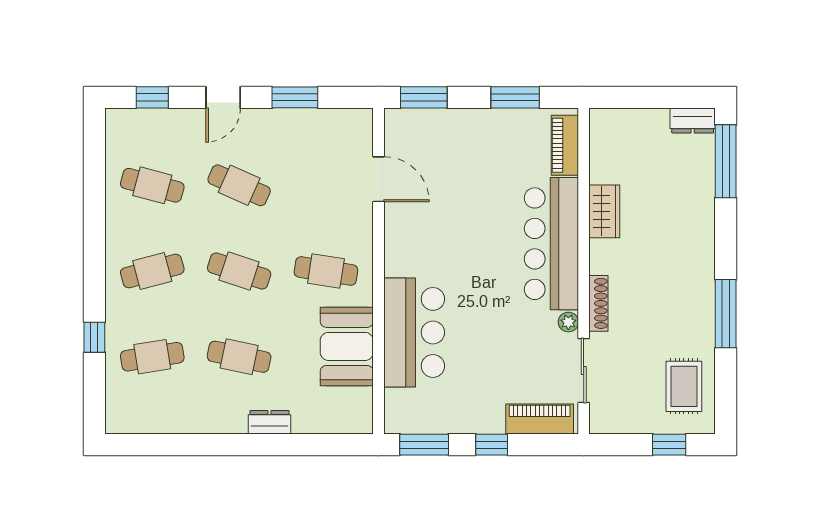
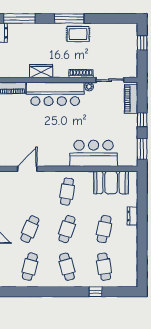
window: (726, 314) -> (69, 18), moved
booth: (347, 346) -> (111, 183), moved
rug: (684, 386) -> (78, 34), moved

